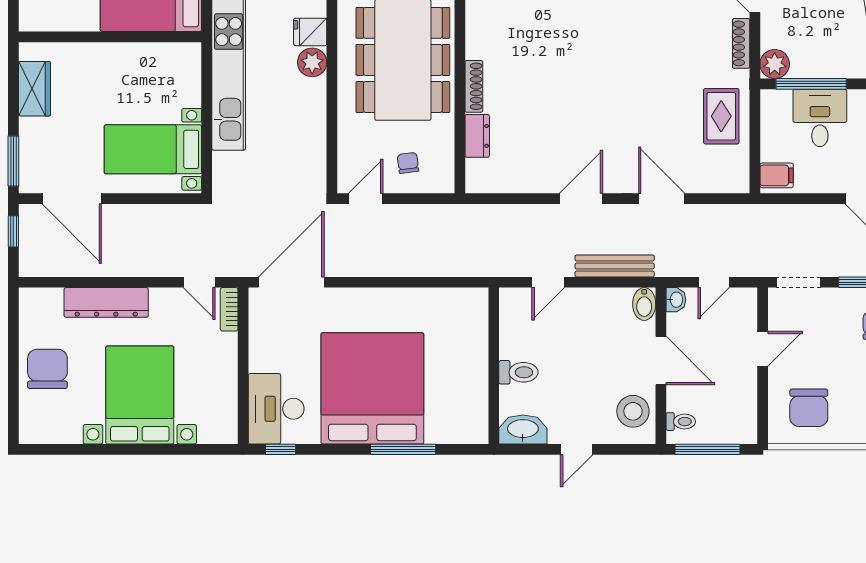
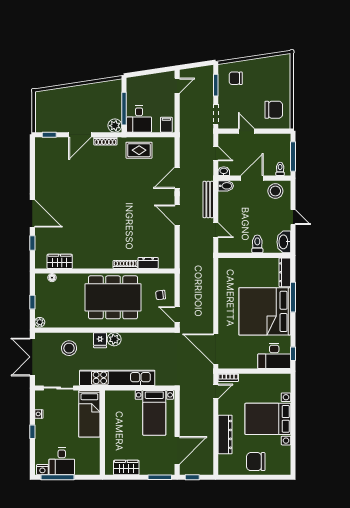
desk: (820, 118) -> (139, 119), moved, turned -90
dresser: (457, 432) -> (285, 272), added

